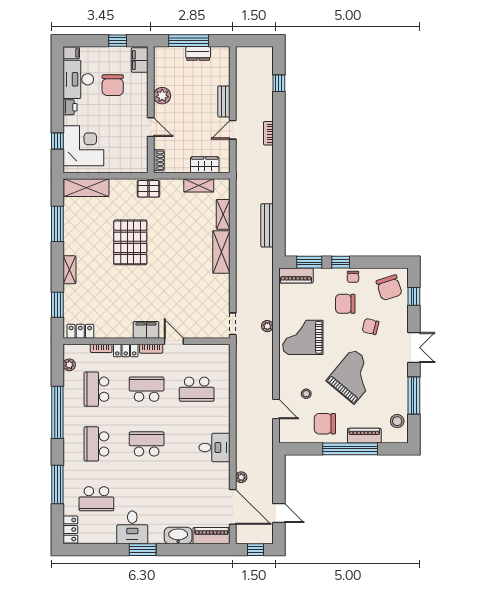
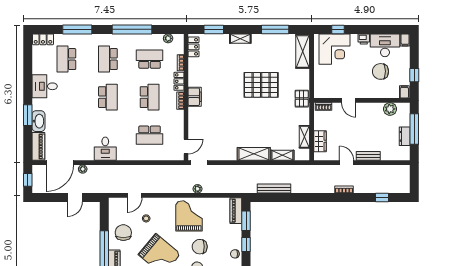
filing cabinet: (140, 60) -> (404, 92), width x0.50
plant: (162, 96) -> (390, 109), moved
door: (151, 127) -> (349, 100), hinge flipped
chair: (345, 304) -> (200, 247), moved, turned -90
door: (174, 341) -> (186, 146), moved
school desk: (197, 389) -> (150, 135), turned -90
school desk: (96, 444) -> (108, 59), turned -90
door: (279, 513) -> (75, 198), moved
window: (143, 550) -> (28, 115), moved

